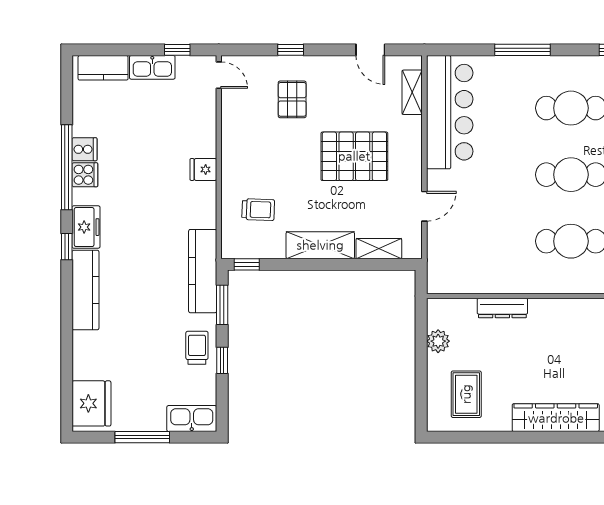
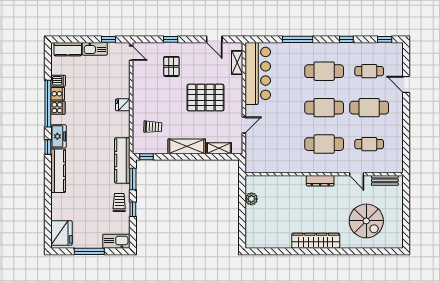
dishwasher: (85, 126) -> (58, 81), added
dresser: (502, 308) -> (320, 181), moved
rug: (466, 394) -> (267, 228), removed

